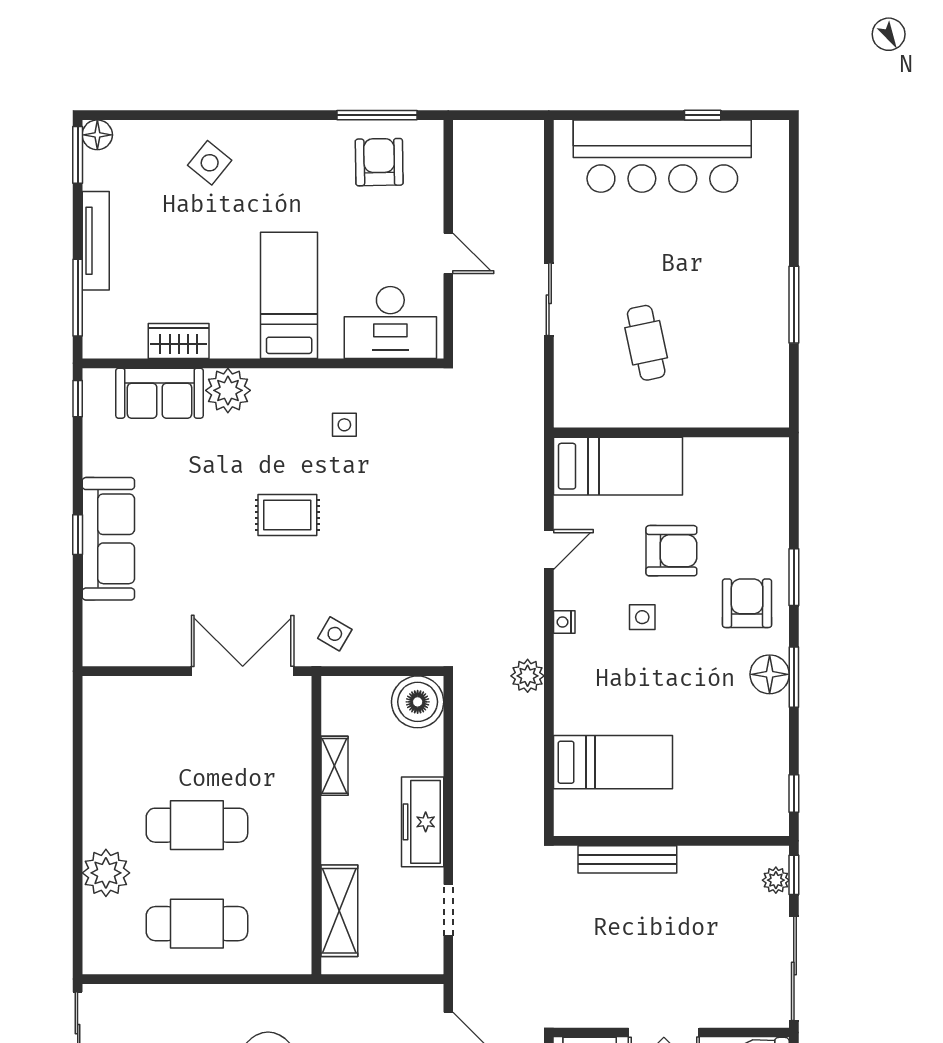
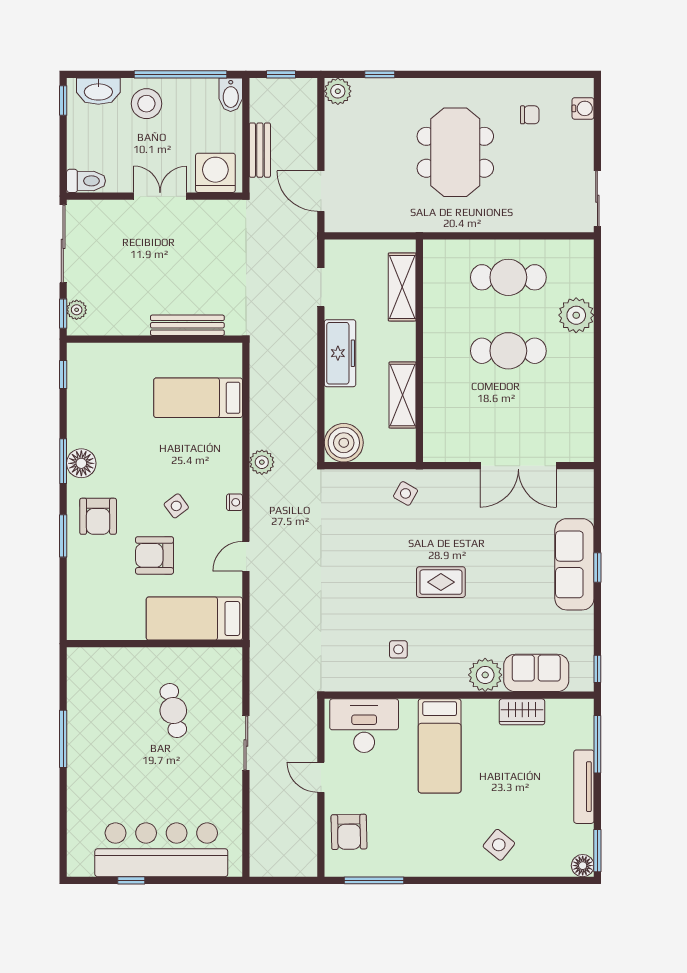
armchair: (379, 162) -> (349, 832), moved
side table: (642, 617) -> (176, 506), turned -37
double door: (243, 671) -> (518, 466), moved
shelving: (334, 766) -> (403, 395), width x1.50, depth x1.33

